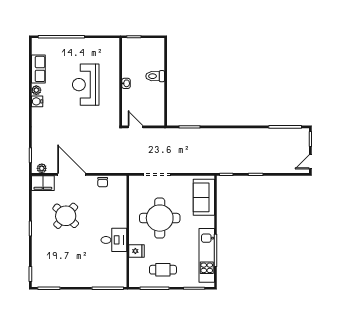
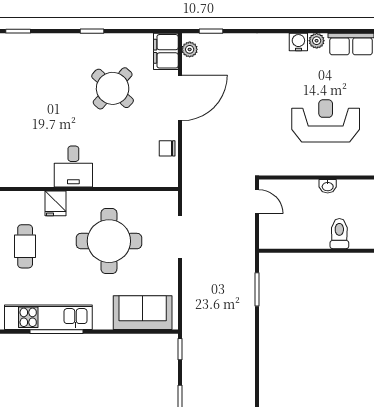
door: (135, 127) -> (257, 202), hinge flipped

